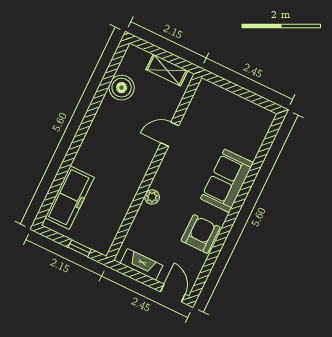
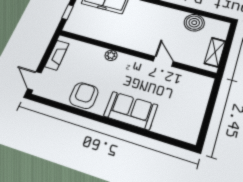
armchair: (201, 234) -> (84, 96), turned -90
door: (173, 293) -> (34, 81), swing flipped

